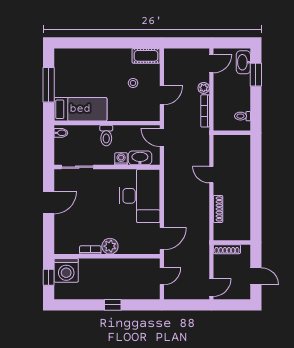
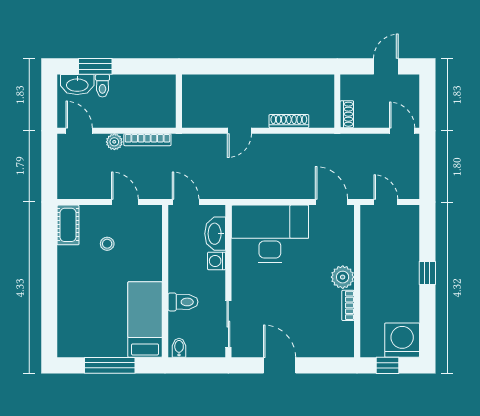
toilet: (243, 116) -> (102, 86), moved
toilet: (106, 136) -> (183, 302), moved
door: (162, 137) -> (186, 202), swing flipped
shoe rack: (227, 249) -> (347, 114), width x0.70
washing machine: (66, 270) -> (402, 340), moved, turned -90

